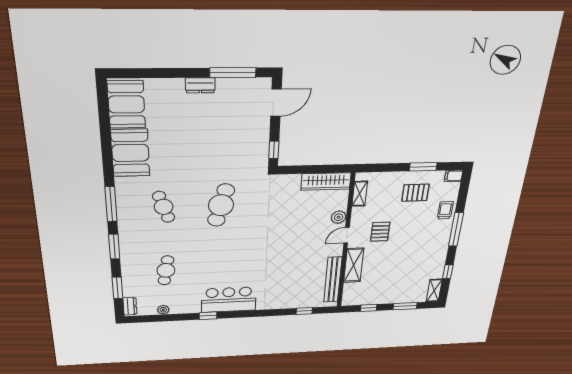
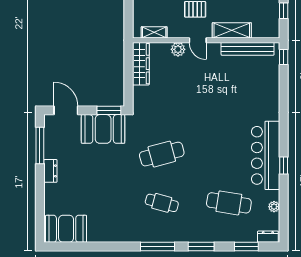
window: (274, 150) -> (109, 110), width x1.50
booth: (130, 153) -> (103, 129), moved
cafe table: (221, 205) -> (162, 154), turned -30
cafe table: (164, 207) -> (162, 203), turned 33
cafe table: (166, 270) -> (229, 203), width x1.37, depth x1.35
bar counter: (229, 300) -> (266, 155), width x1.36
window: (304, 311) -> (284, 57), moved

